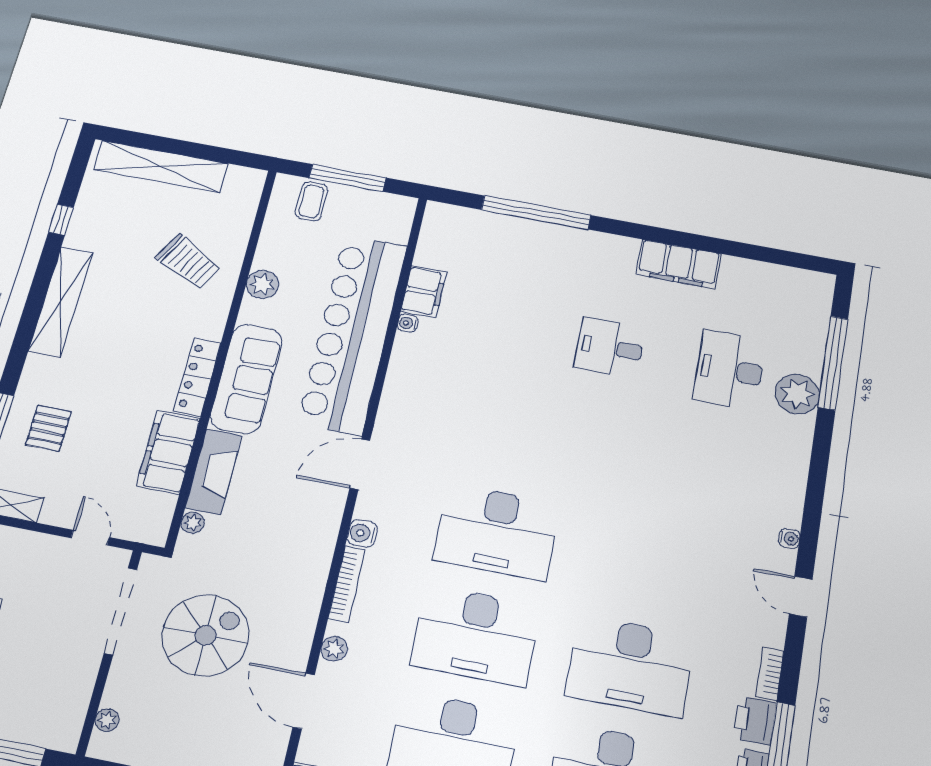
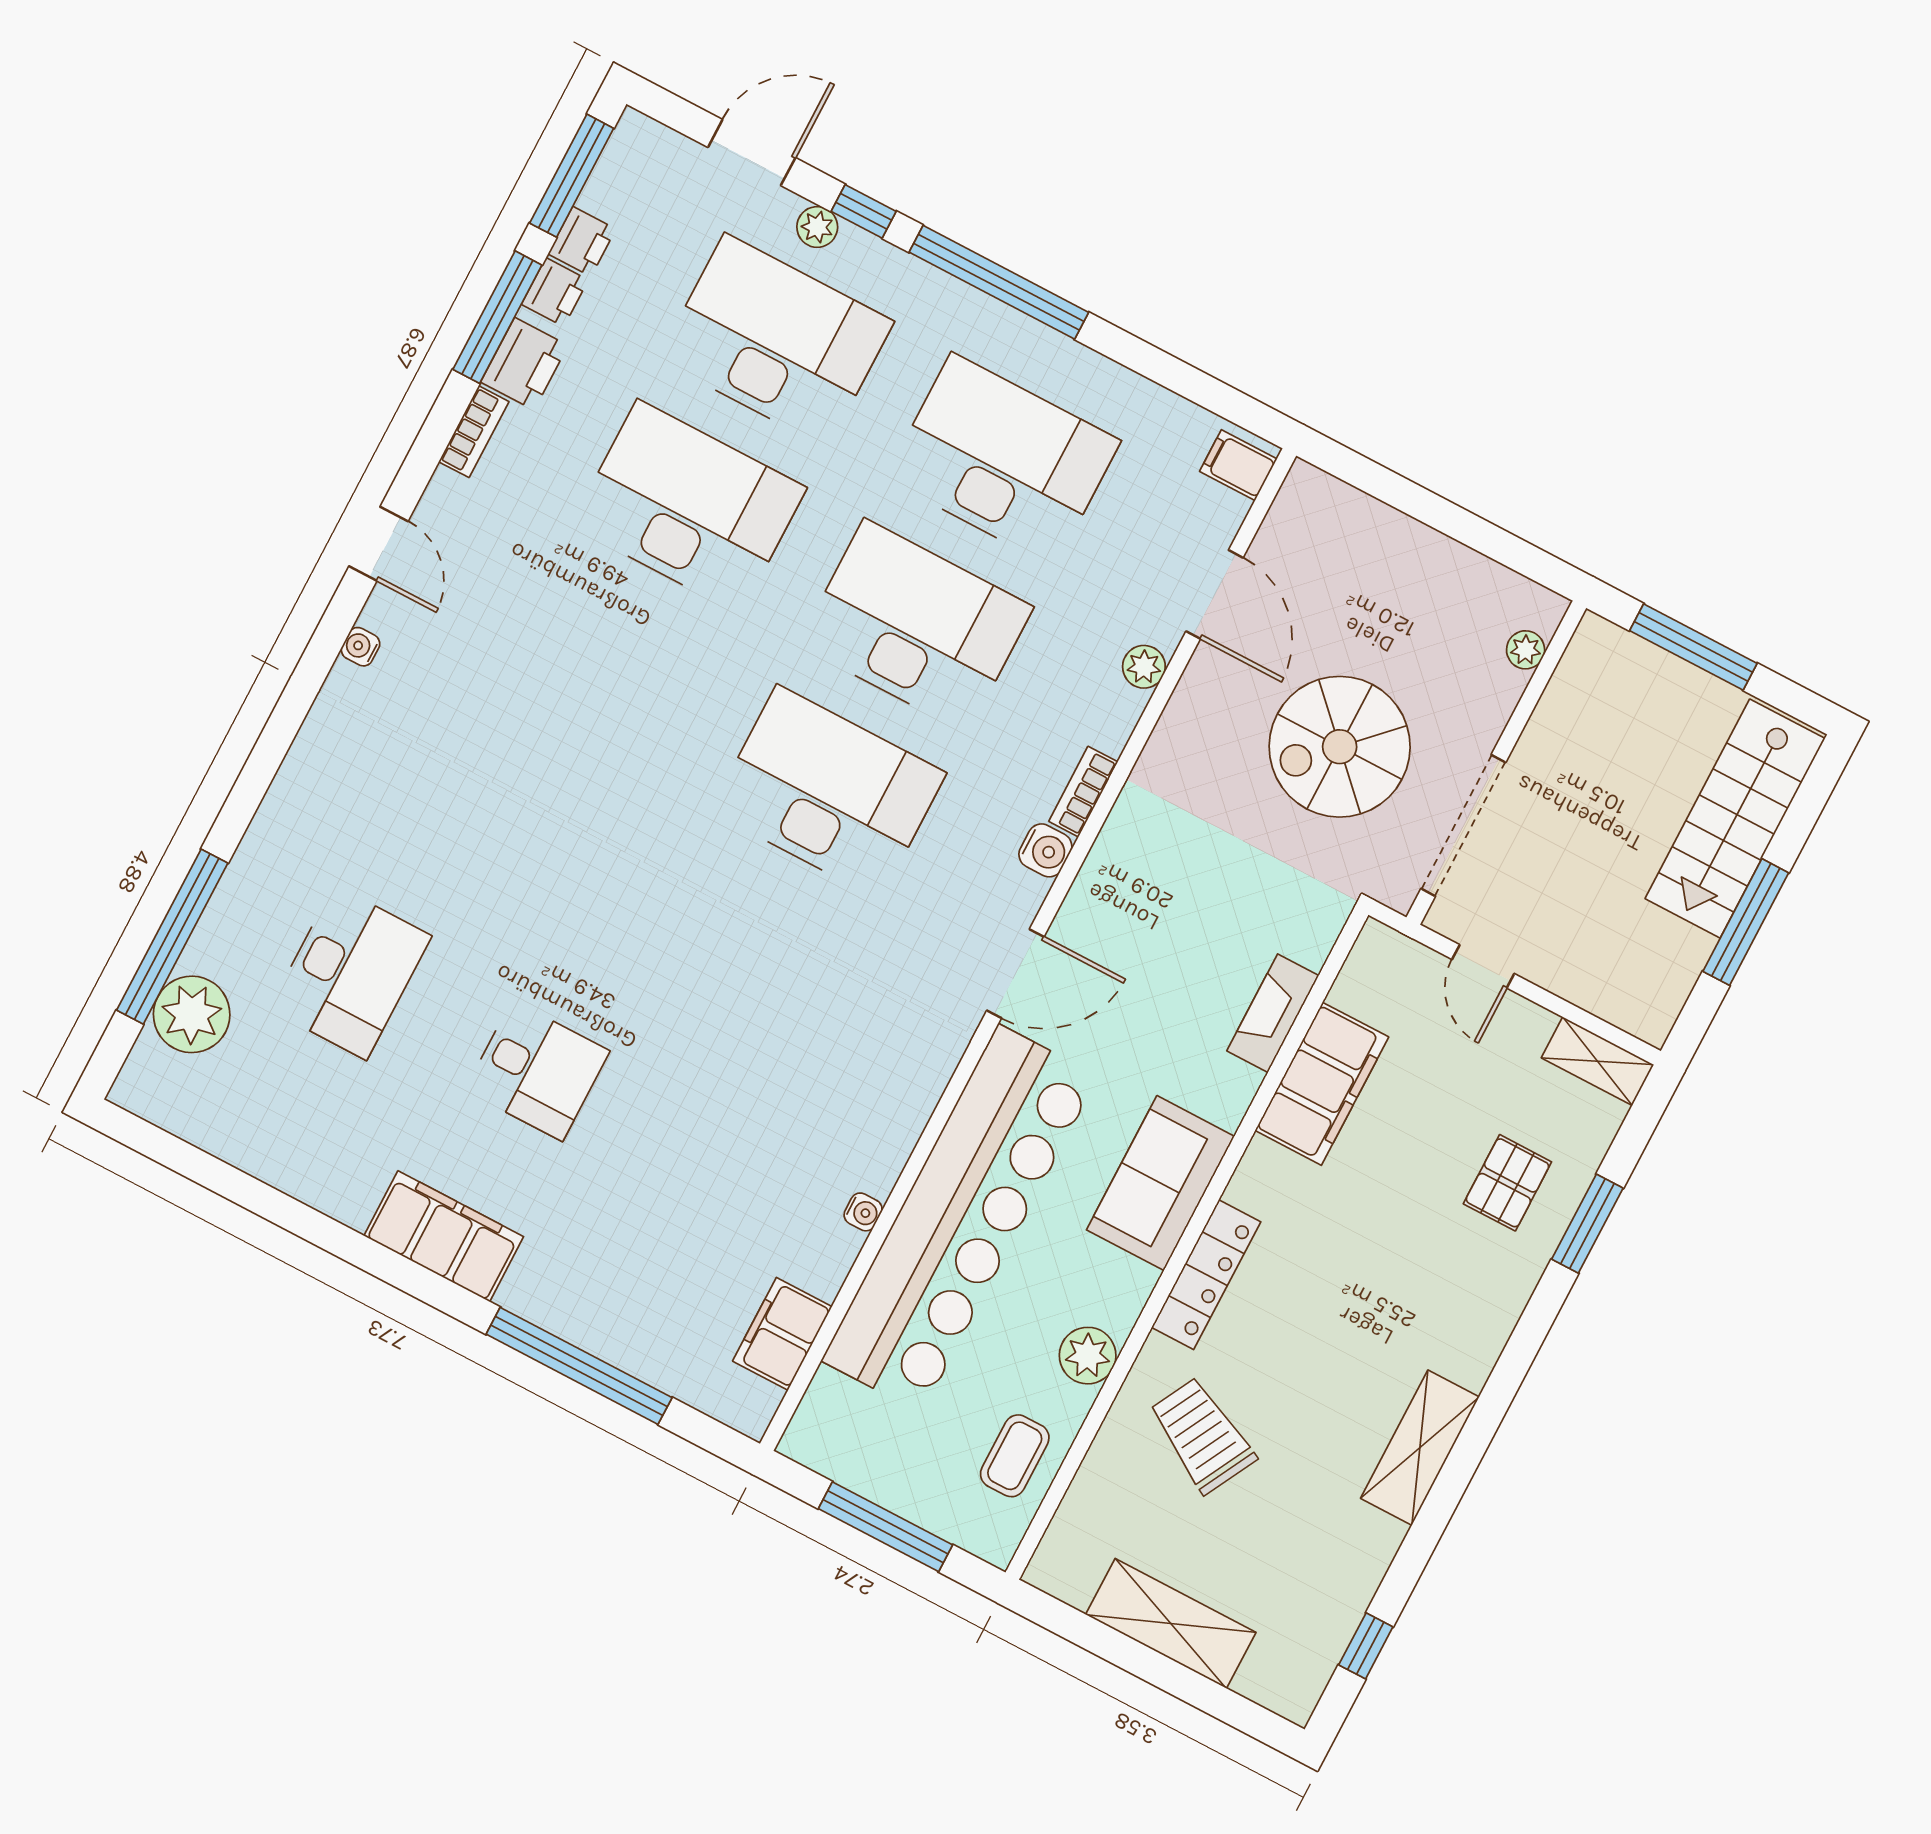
shelving: (161, 167) -> (1171, 1623), width x0.68
coffee table: (312, 201) -> (1015, 1456), moved
window: (61, 220) -> (1366, 1646), moved
filing cabinet: (679, 264) -> (444, 1236), moved
filing cabinet: (424, 291) -> (782, 1334), moved
shelving: (61, 302) -> (1420, 1448), width x0.68
locker: (198, 377) -> (1206, 1275), moved
sofa: (246, 379) -> (1161, 1183), width x0.73
plant: (797, 394) -> (192, 1014), moved
fireplace: (214, 472) -> (1273, 1013), width x0.73, depth x0.76
plant: (193, 523) -> (1313, 946), removed
bookcase: (347, 584) -> (1083, 792), width x0.64

